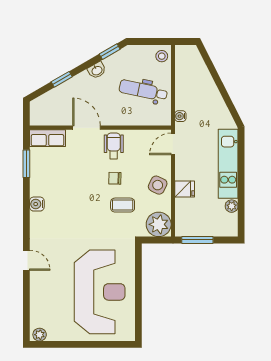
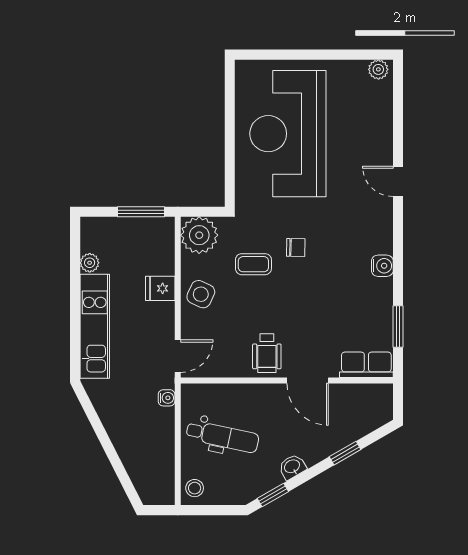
chair: (115, 178) -> (296, 247), moved

